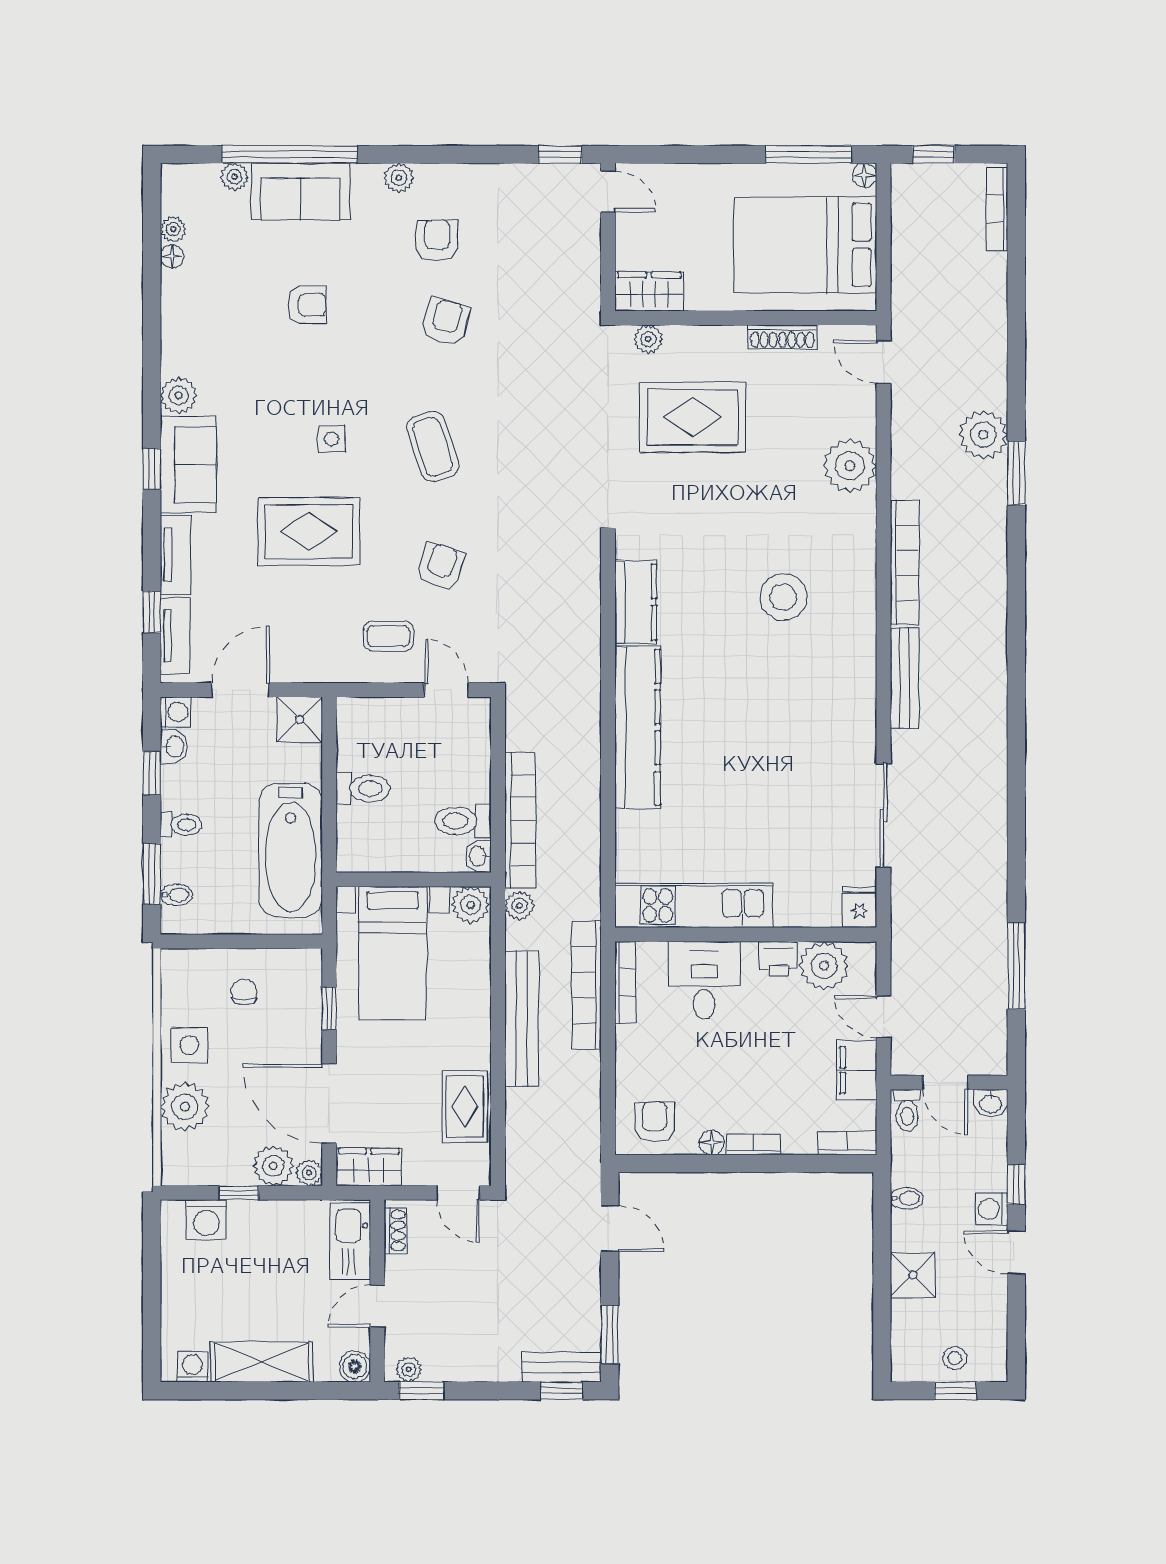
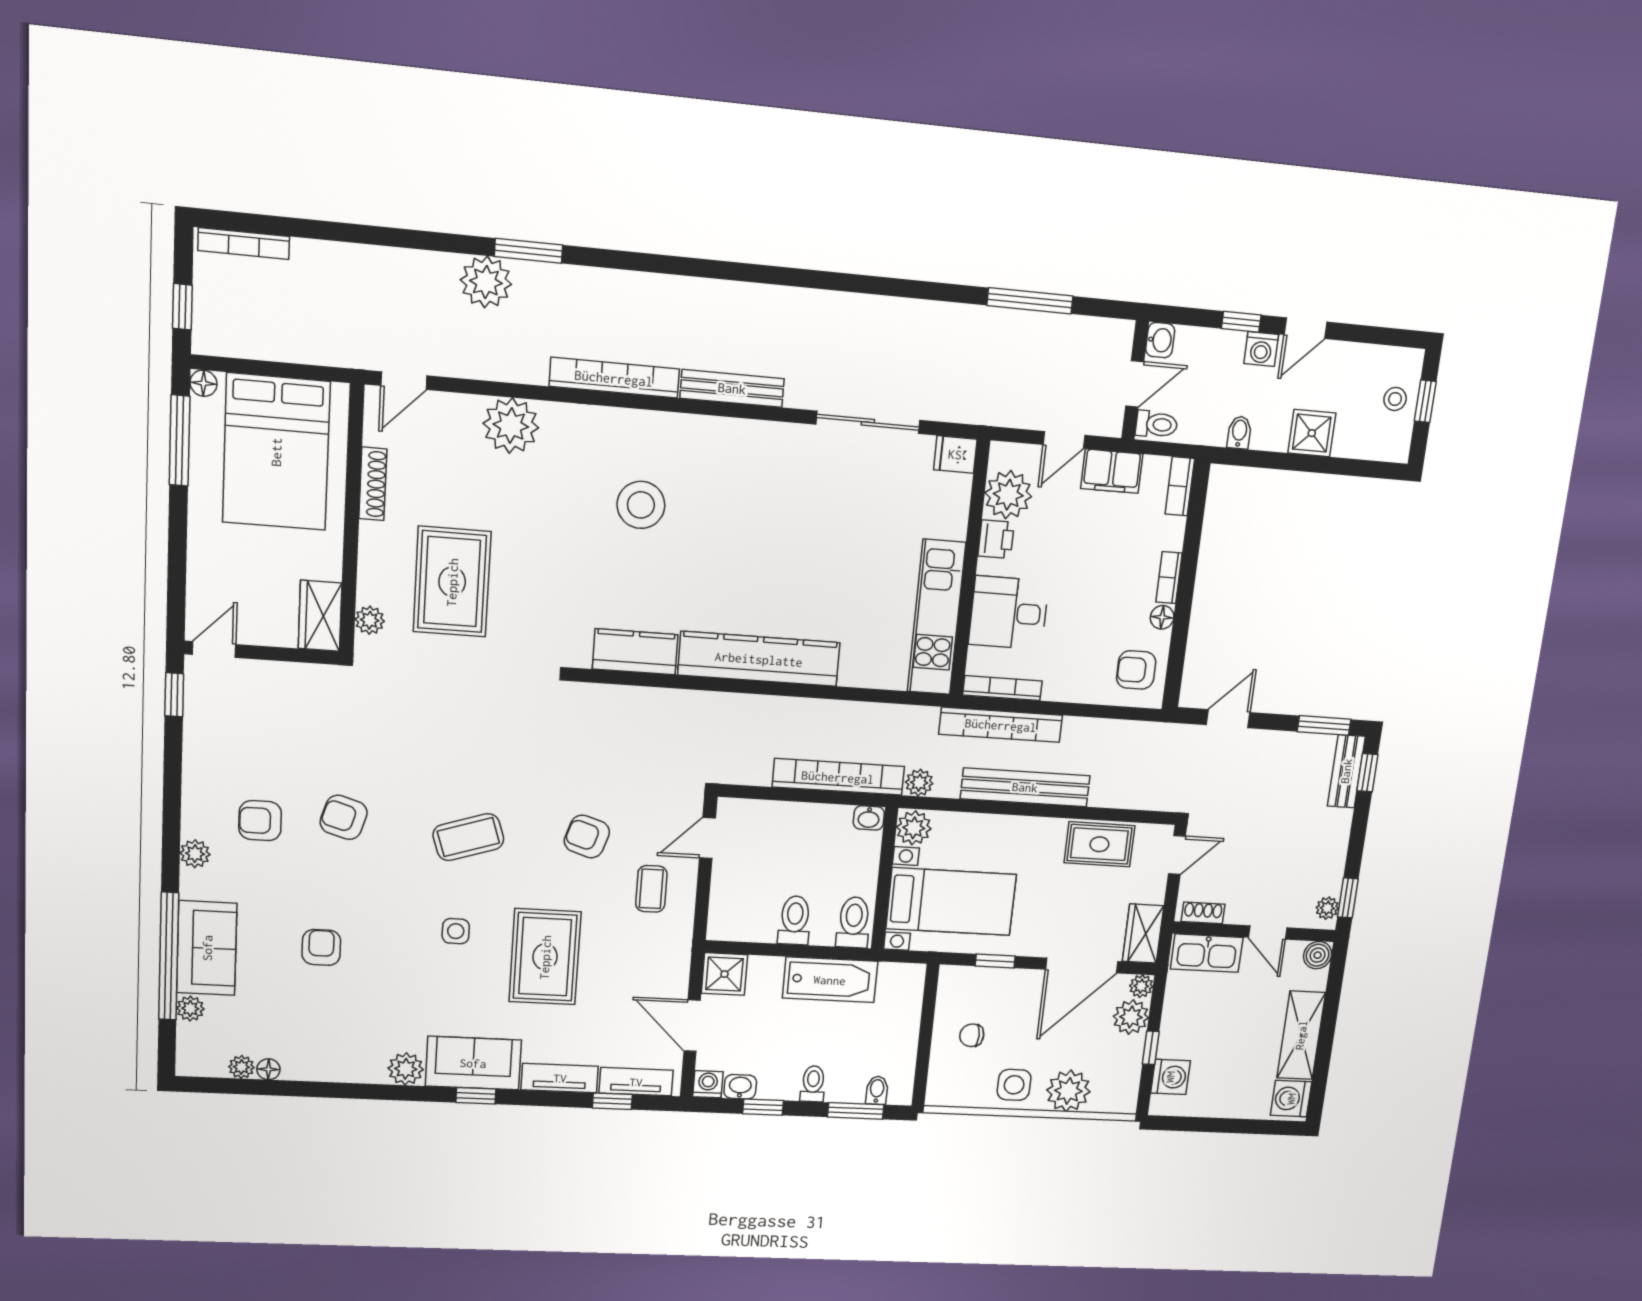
toilet: (463, 821) -> (854, 922), moved, turned 180
bathtub: (291, 850) -> (830, 980), width x0.73, depth x0.73
washing machine: (193, 1367) -> (1291, 1099), width x1.38, depth x1.38

